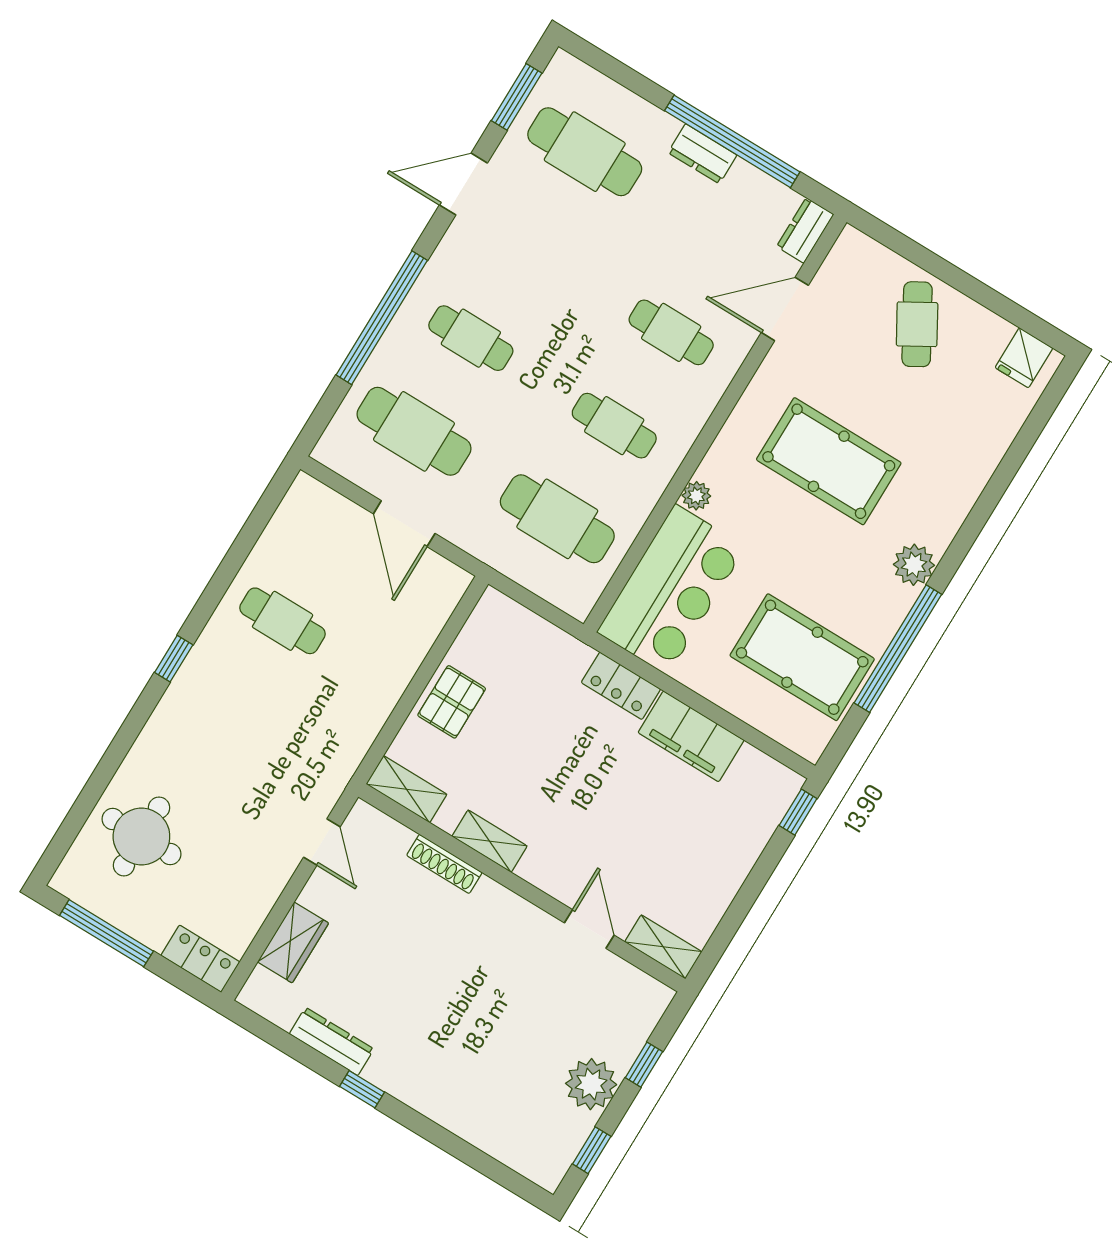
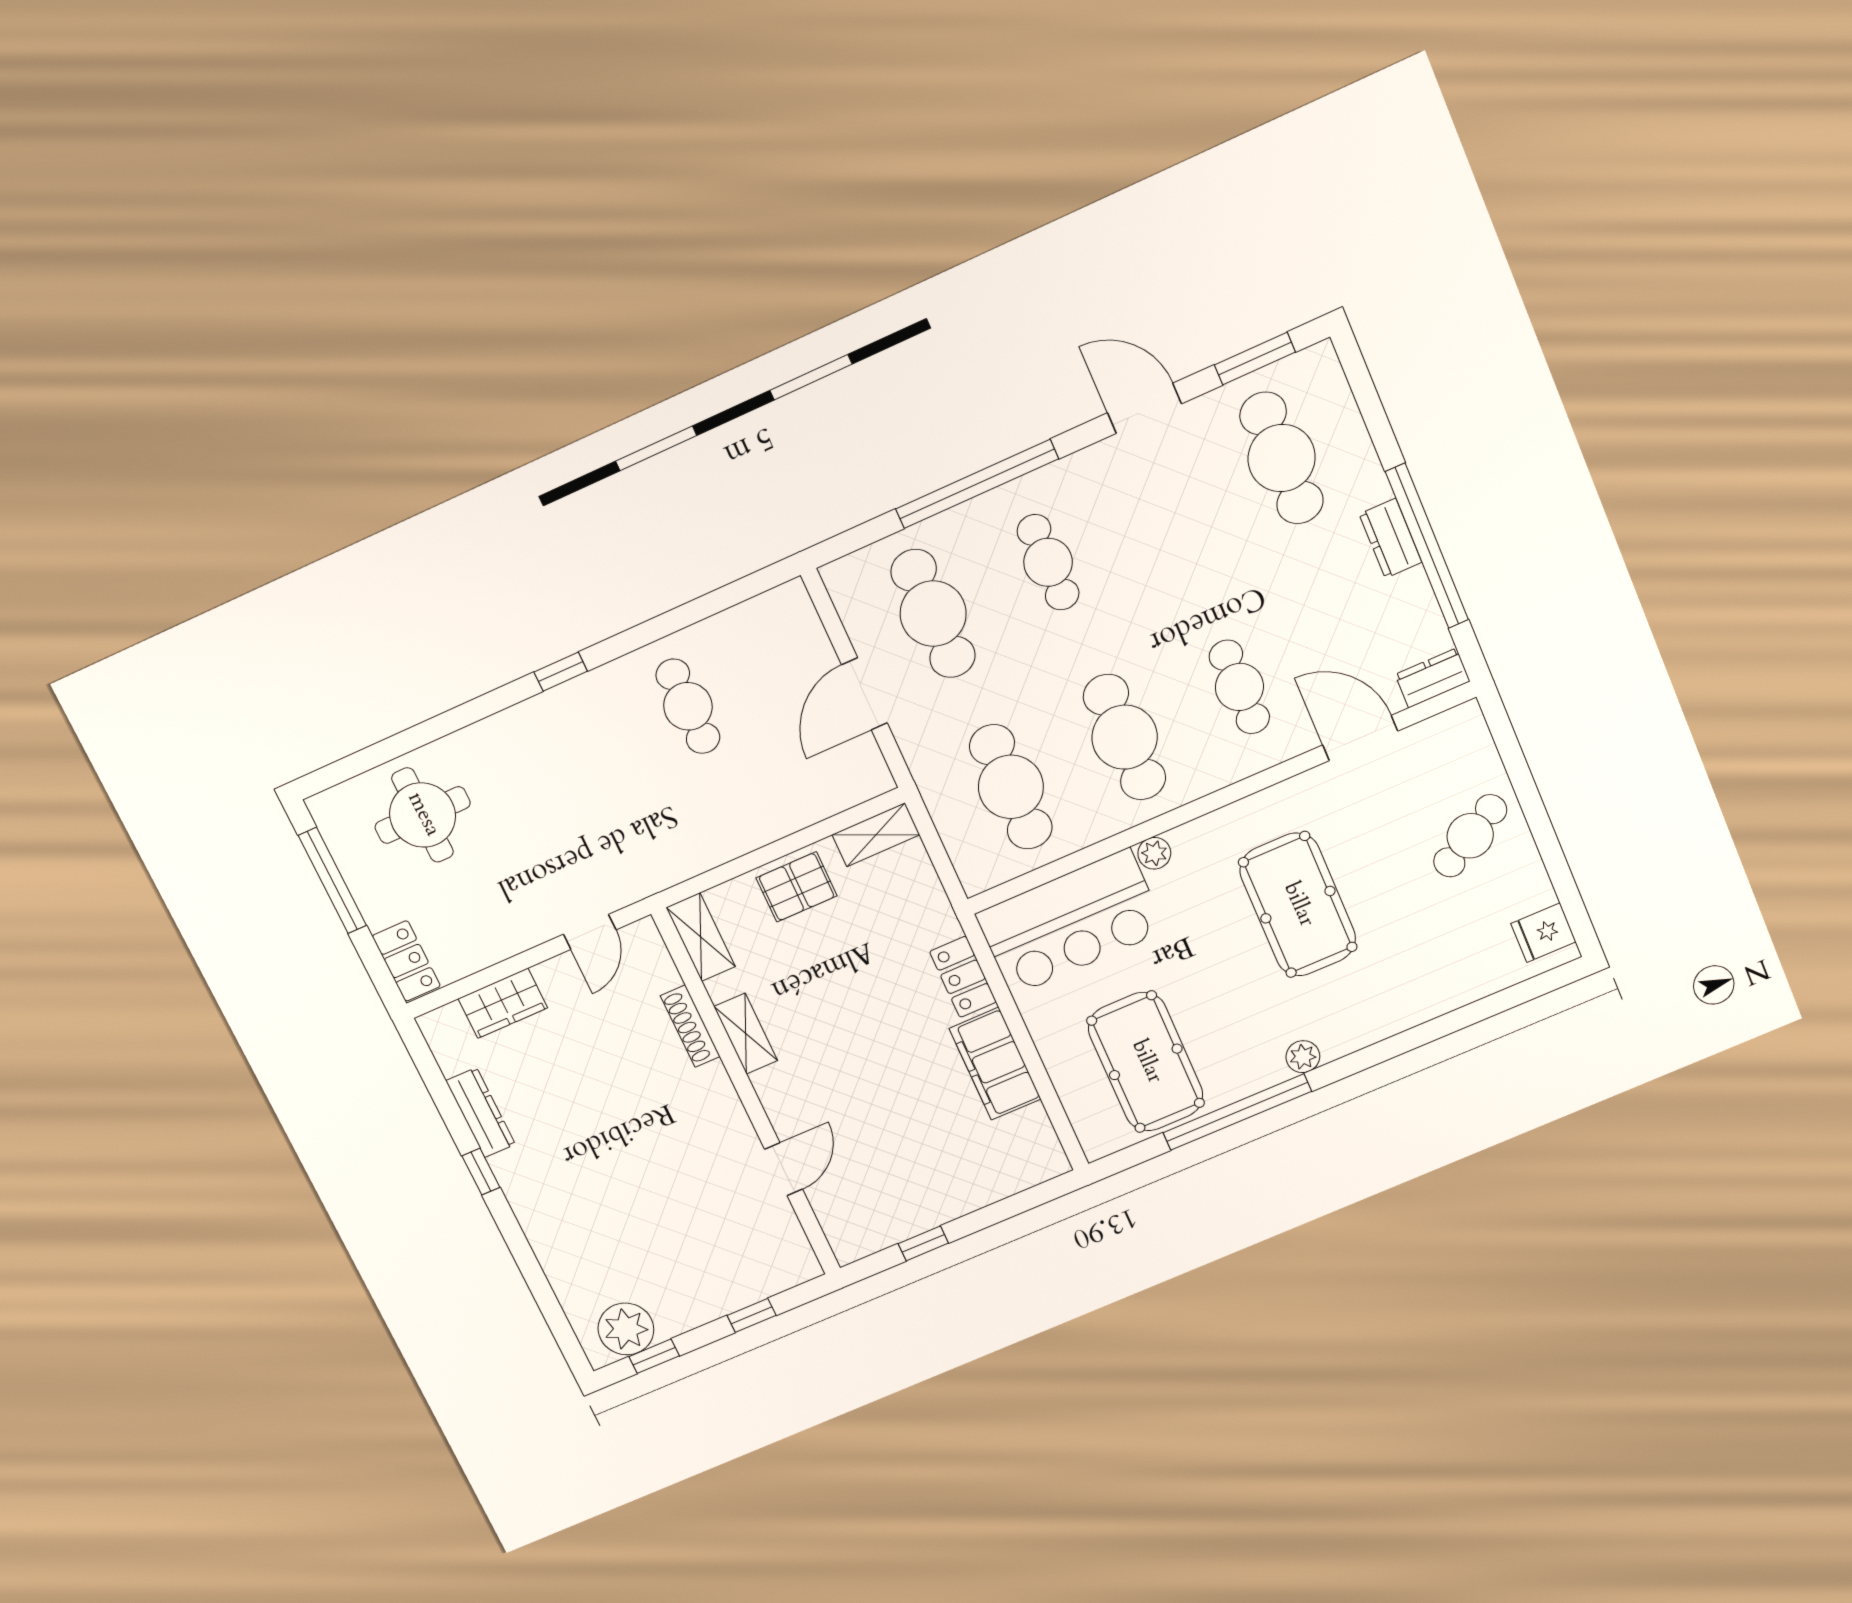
cafe table: (614, 426) -> (1125, 737), width x1.37, depth x1.35
plant: (914, 565) -> (1303, 1057), width x0.73, depth x0.73
window: (798, 812) -> (923, 1243), moved
shelving: (663, 947) -> (876, 835), moved, turned 90
plant: (591, 1084) -> (626, 1329), moved

